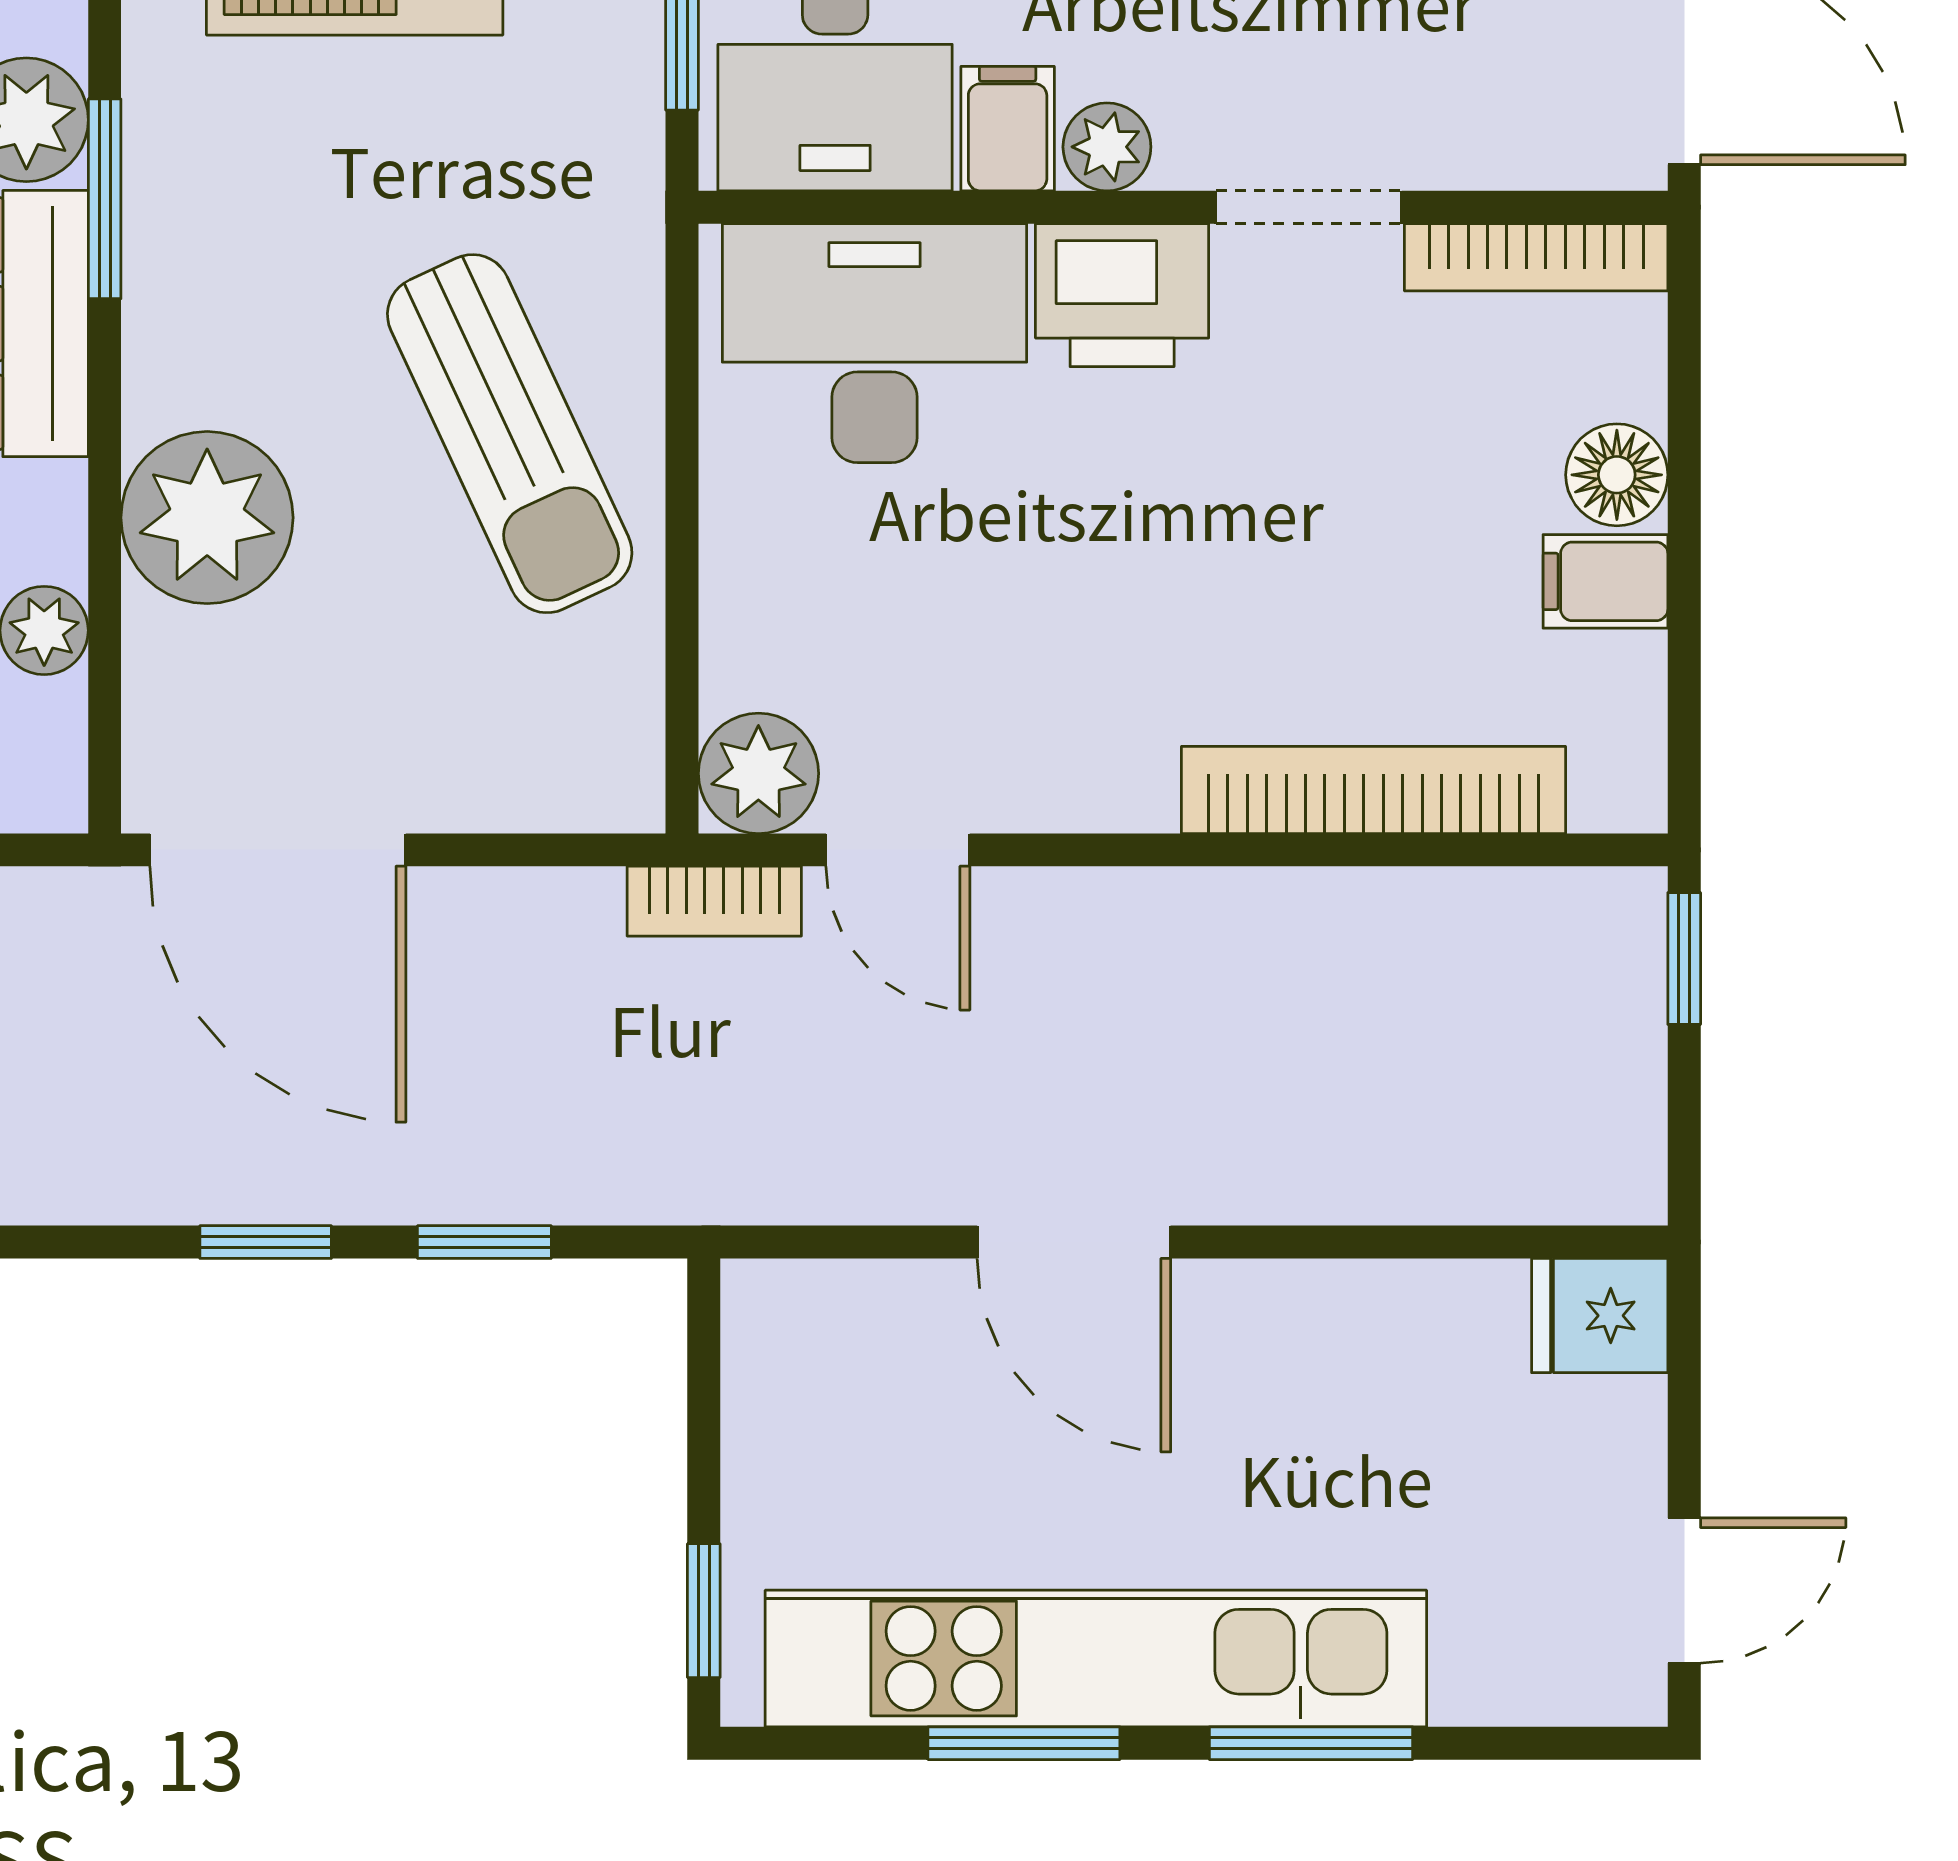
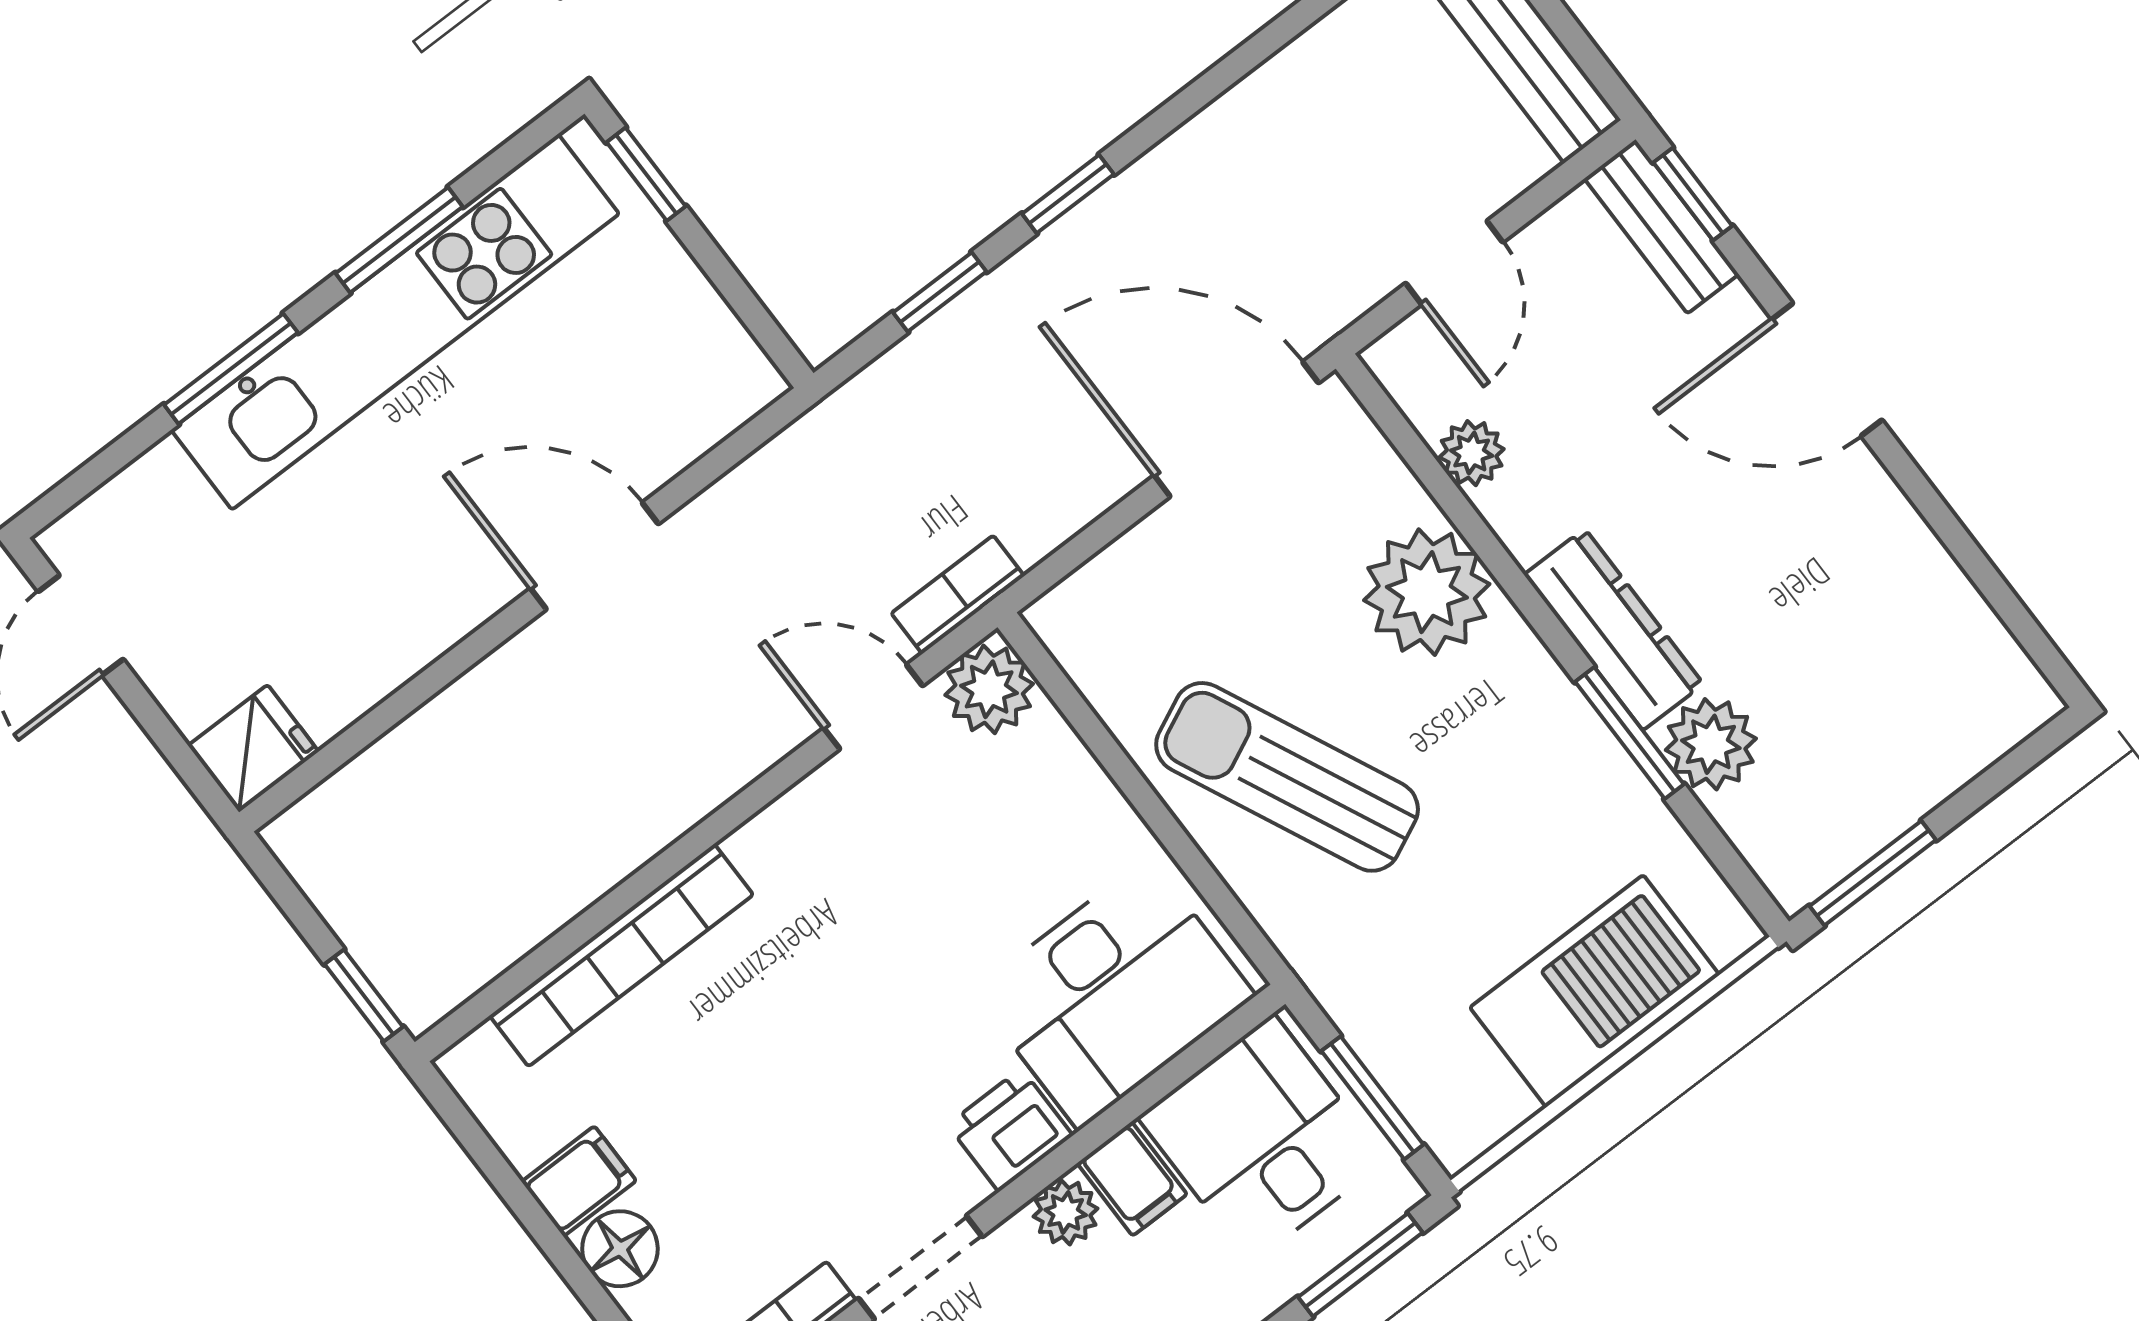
printer: (1122, 295) -> (1010, 1130), width x0.73, depth x0.81

